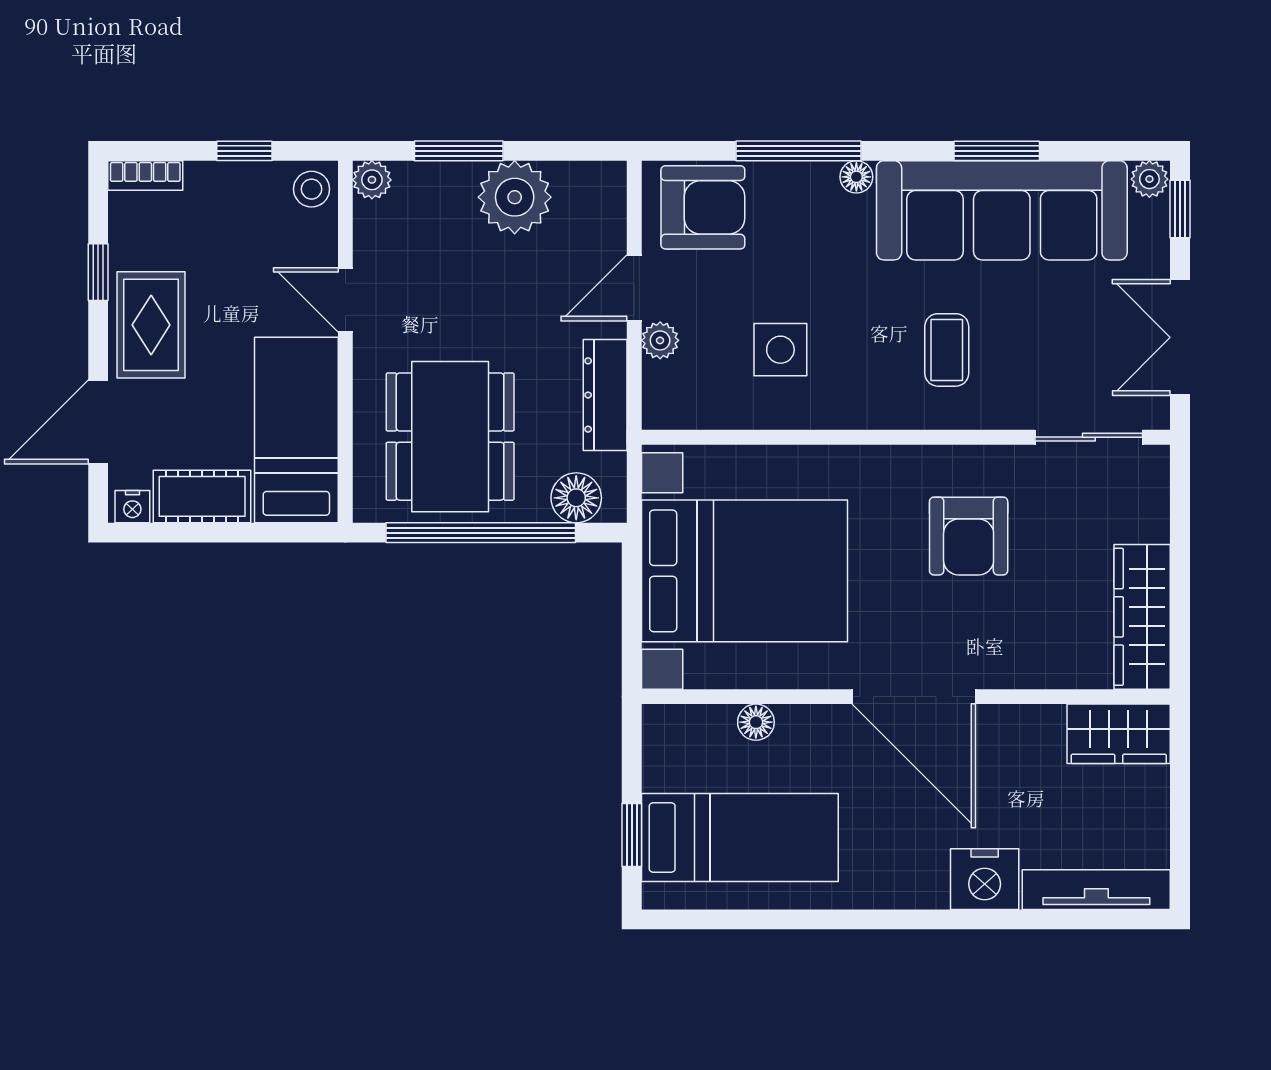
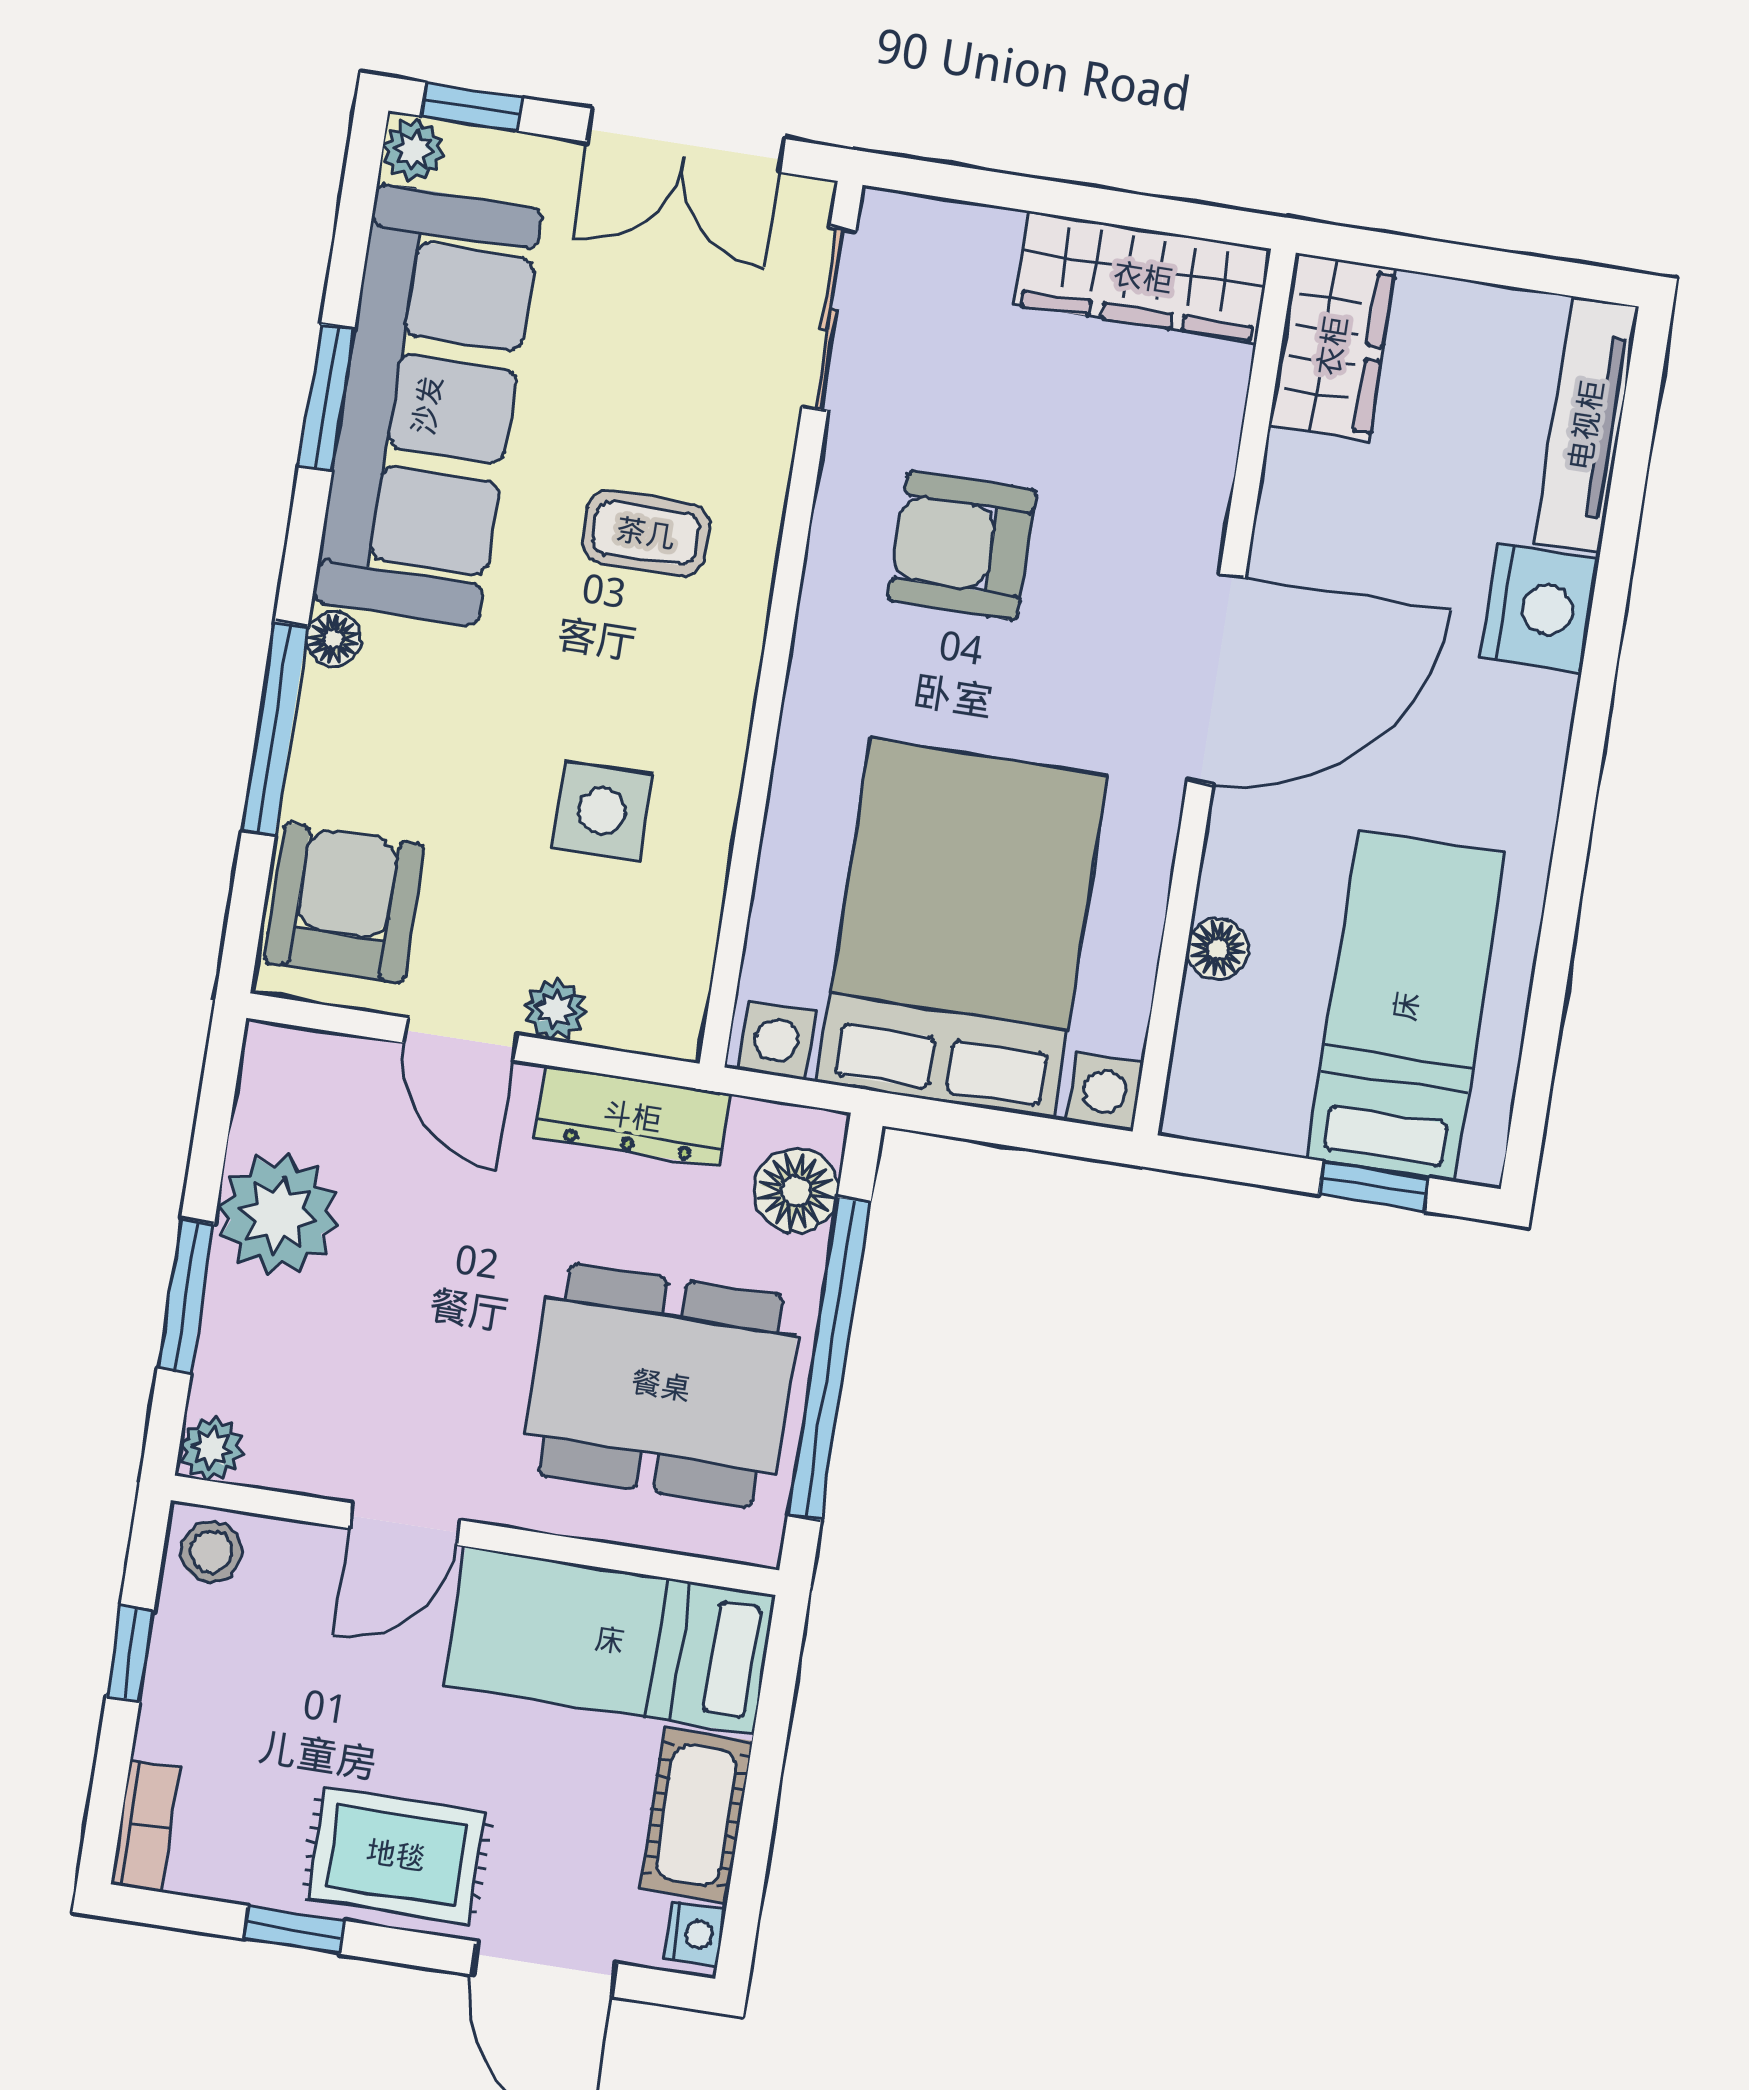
armchair: (969, 536) -> (962, 545), turned 180

